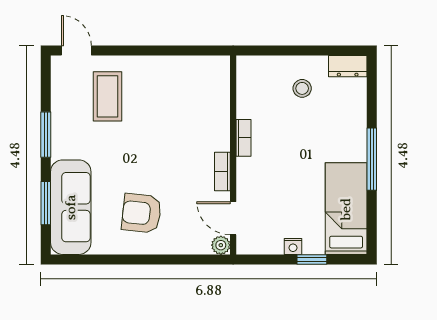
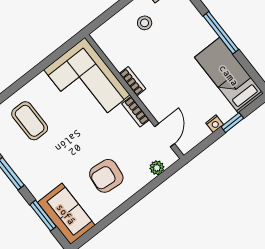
corner sofa: (196, 103) -> (87, 82), added
sofa: (71, 207) -> (66, 214), width x0.73
door: (233, 218) -> (165, 135), swing flipped
plant: (221, 245) -> (157, 168), moved

